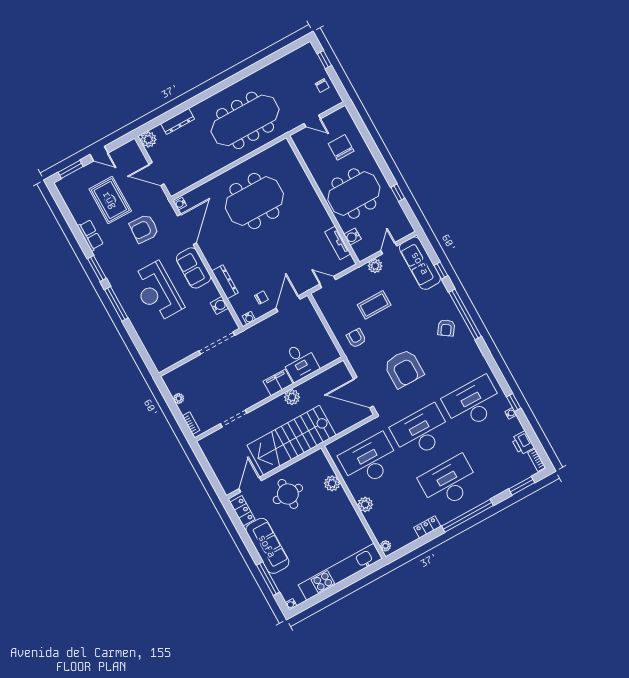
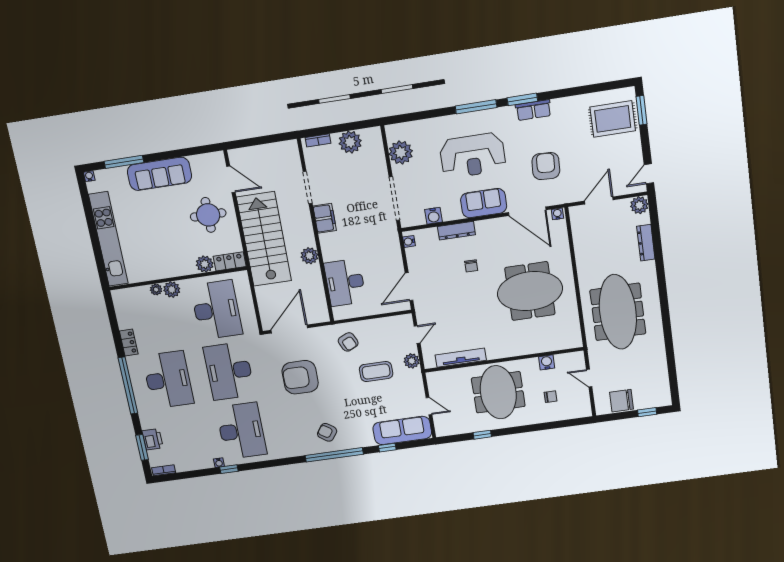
chair: (322, 86) -> (622, 401), width x1.87, depth x1.87
door: (312, 121) -> (589, 378), hinge flipped
chair: (341, 147) -> (551, 397), width x0.54, depth x0.54
door: (99, 154) -> (649, 174), moved
rug: (110, 200) -> (613, 119), moved
meeting table: (254, 201) -> (530, 291), turned 90
row of seats: (90, 235) -> (533, 110), moved
water cooler: (352, 237) -> (547, 362), moved
tv unit: (338, 243) -> (461, 358), width x1.41
plant: (375, 266) -> (412, 361), moved
reception desk: (157, 292) -> (473, 155), turned 180
chair: (261, 298) -> (471, 266), moved
door: (288, 304) -> (409, 287), swing flipped
coffee table: (374, 305) -> (376, 371), turned 90
armchair: (356, 338) -> (348, 342), turned 65
plant: (176, 352) -> (401, 152), added
desk: (299, 362) -> (345, 282), width x1.37
filing cabinet: (278, 382) -> (325, 218), moved
plant: (179, 398) -> (350, 142), width x1.87, depth x1.87
desk: (421, 432) -> (229, 371), turned 180
printer: (523, 443) -> (153, 439), moved, turned 90
locker: (242, 511) -> (230, 261), moved, turned 180
plant: (386, 546) -> (156, 289), moved

